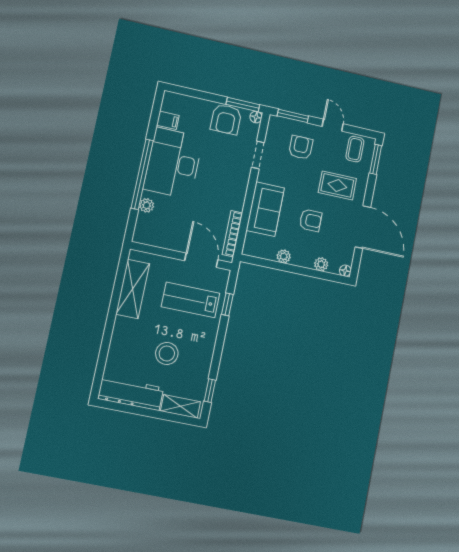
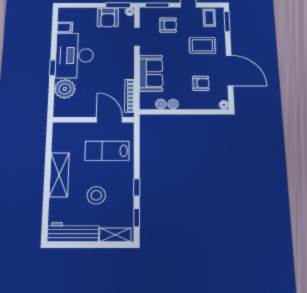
armchair: (301, 147) -> (168, 25), turned 90
window: (142, 174) -> (53, 68), width x0.32
plant: (147, 205) -> (65, 89), width x1.87, depth x1.87
armchair: (311, 220) -> (201, 83), moved
plant: (321, 264) -> (161, 104), moved
shelving: (133, 289) -> (59, 175), moved
window: (227, 304) -> (137, 187), moved

